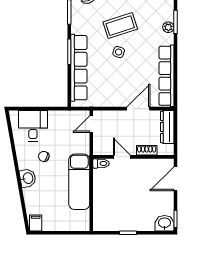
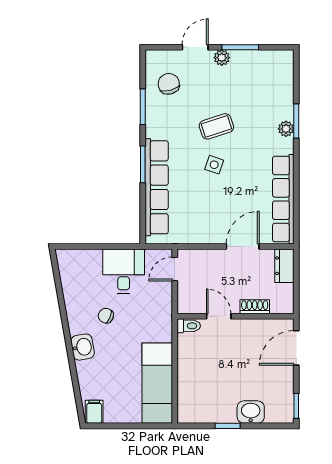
coffee table: (120, 26) -> (216, 126), width x0.73, depth x0.77
desk: (33, 126) -> (124, 271), moved
dresser: (167, 127) -> (284, 266), width x0.70
exam couch: (79, 182) -> (157, 383), moved
washbasin: (164, 223) -> (251, 412), moved

